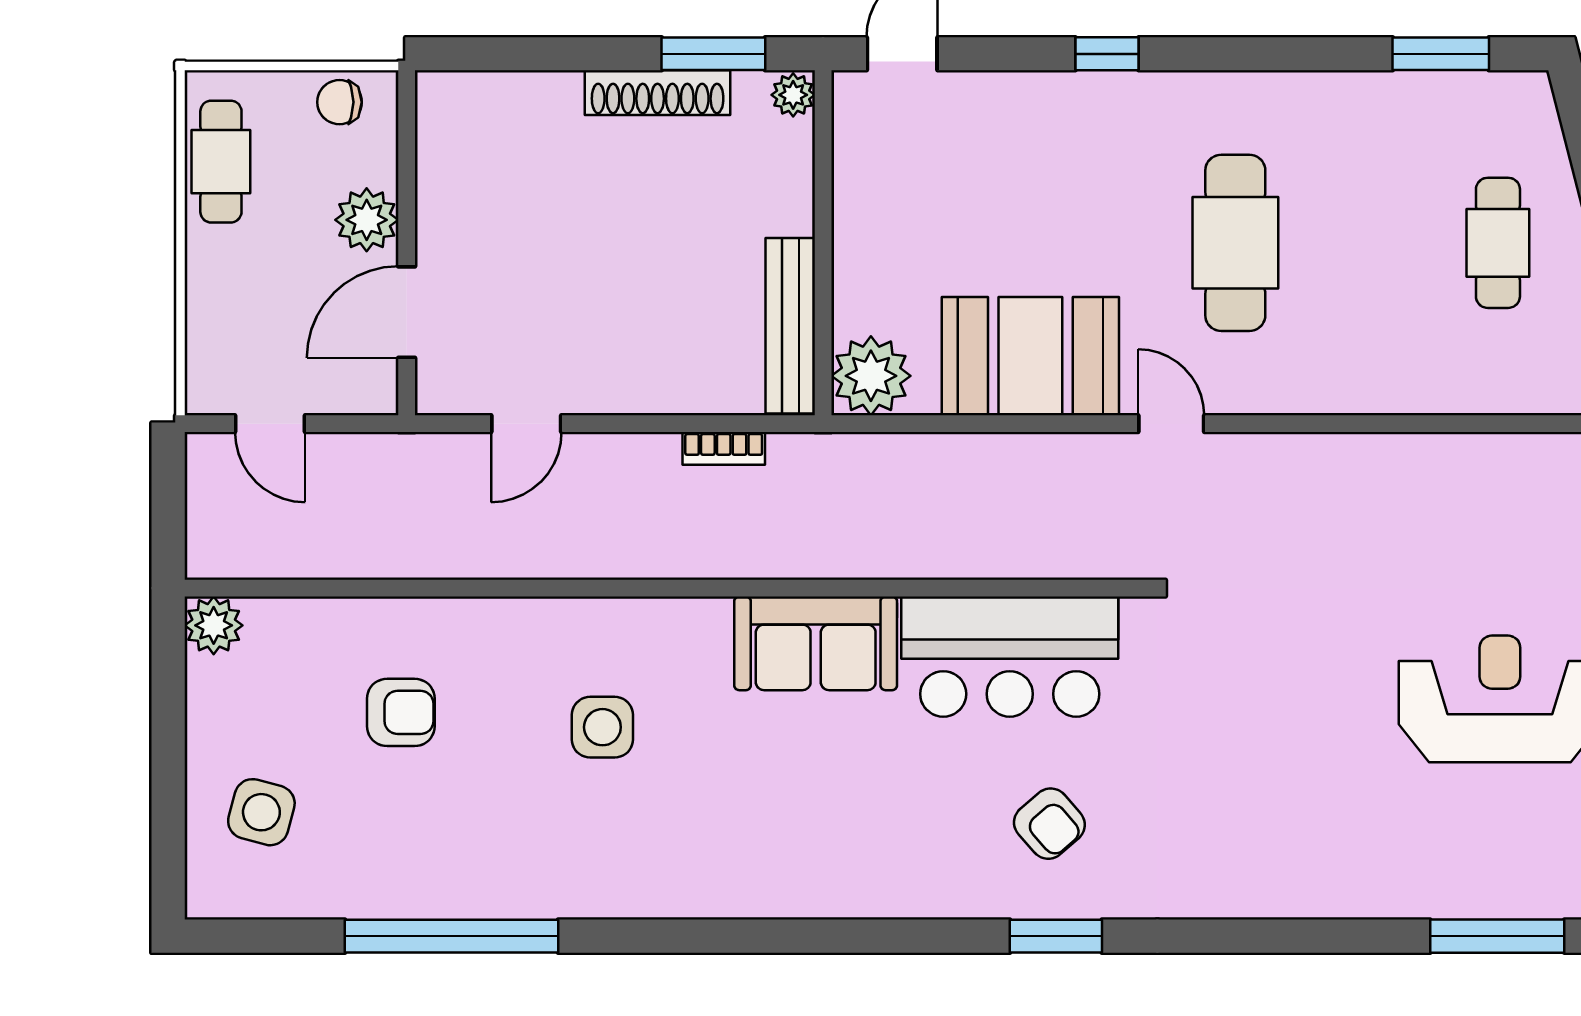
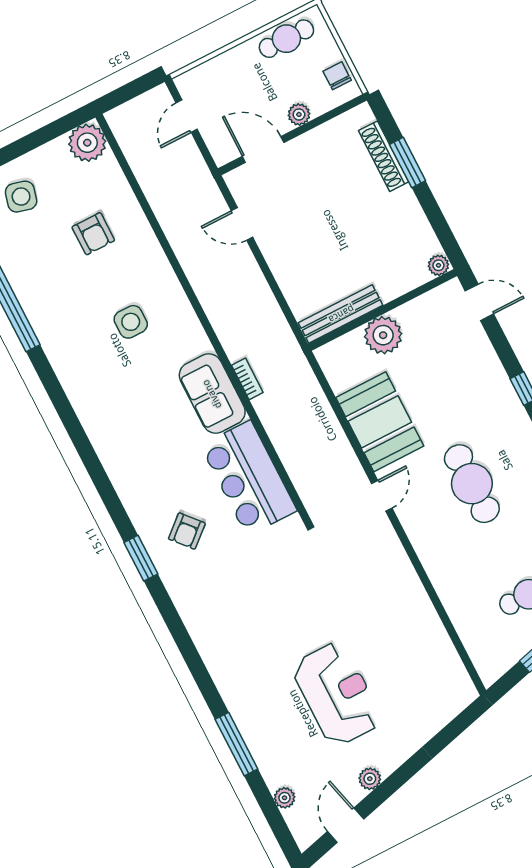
window: (713, 54) -> (408, 163), moved
shoe rack: (658, 93) -> (384, 156), moved
plant: (367, 220) -> (299, 114), width x0.73, depth x0.73
cafe table: (1235, 243) -> (472, 484), turned 90
plant: (871, 376) -> (383, 335), moved
bookcase: (724, 448) -> (247, 379), moved, turned 180
plant: (214, 625) -> (87, 143), width x1.36, depth x1.36

